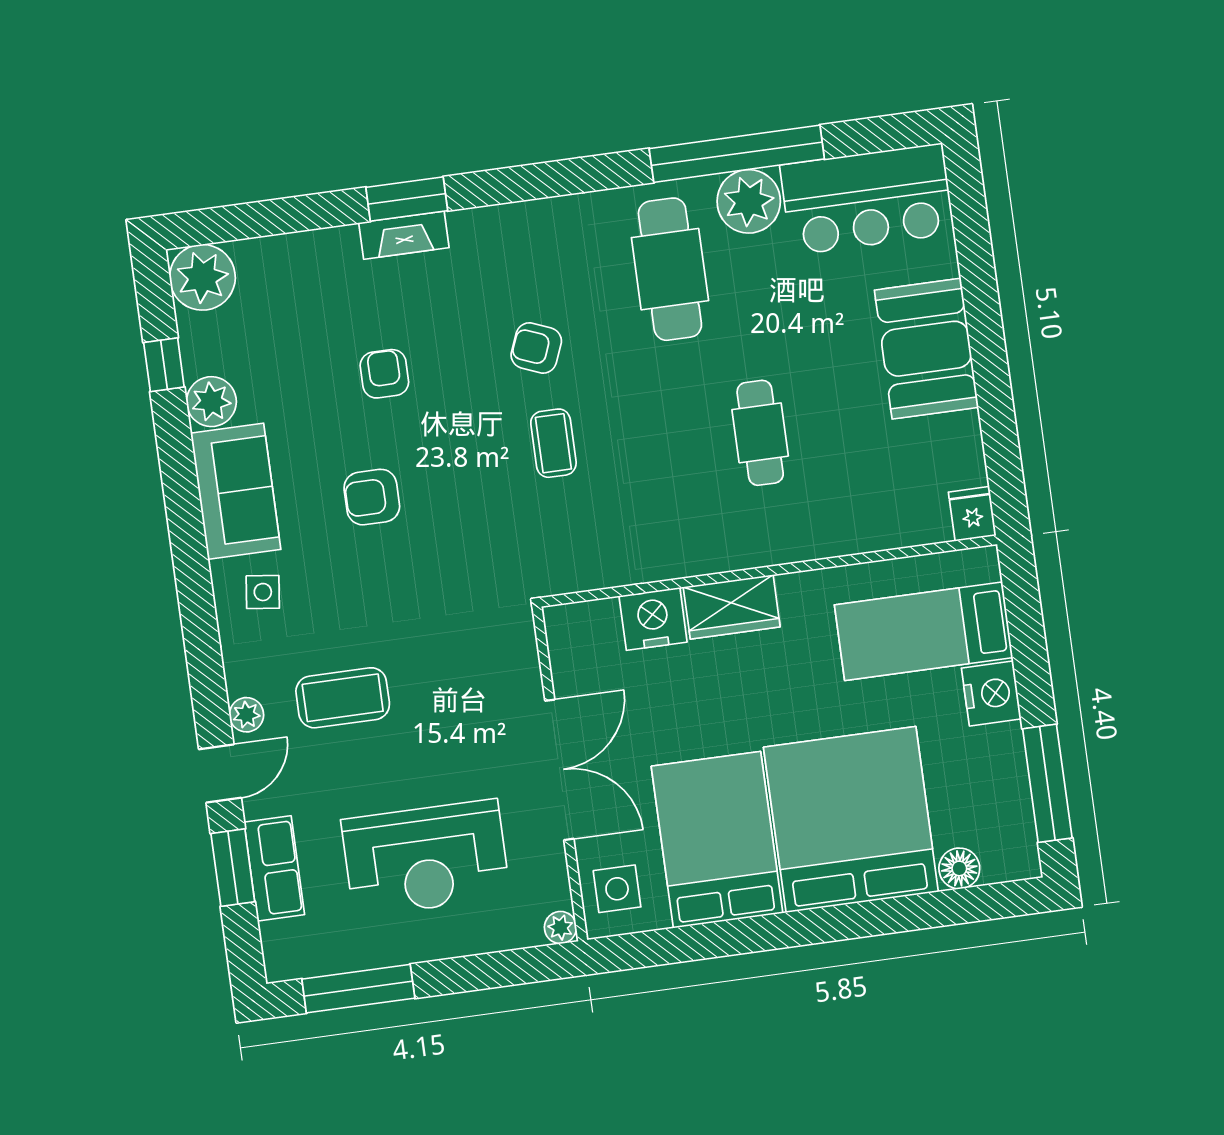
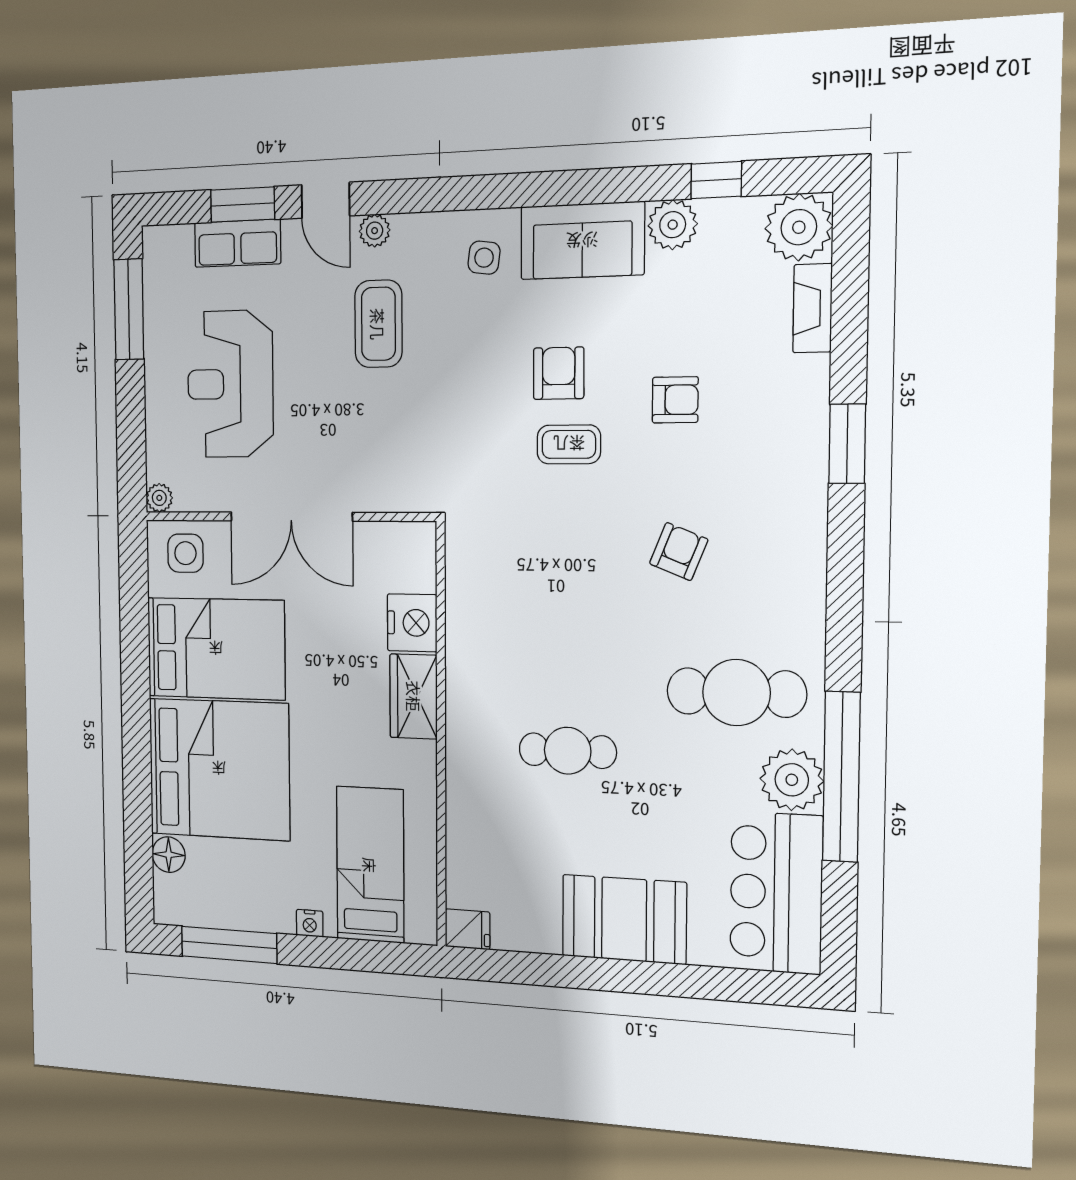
fireplace: (404, 235) -> (813, 308), moved
coffee table: (553, 443) -> (569, 444), moved
nightstand: (991, 693) -> (310, 923), width x0.53, depth x0.56

